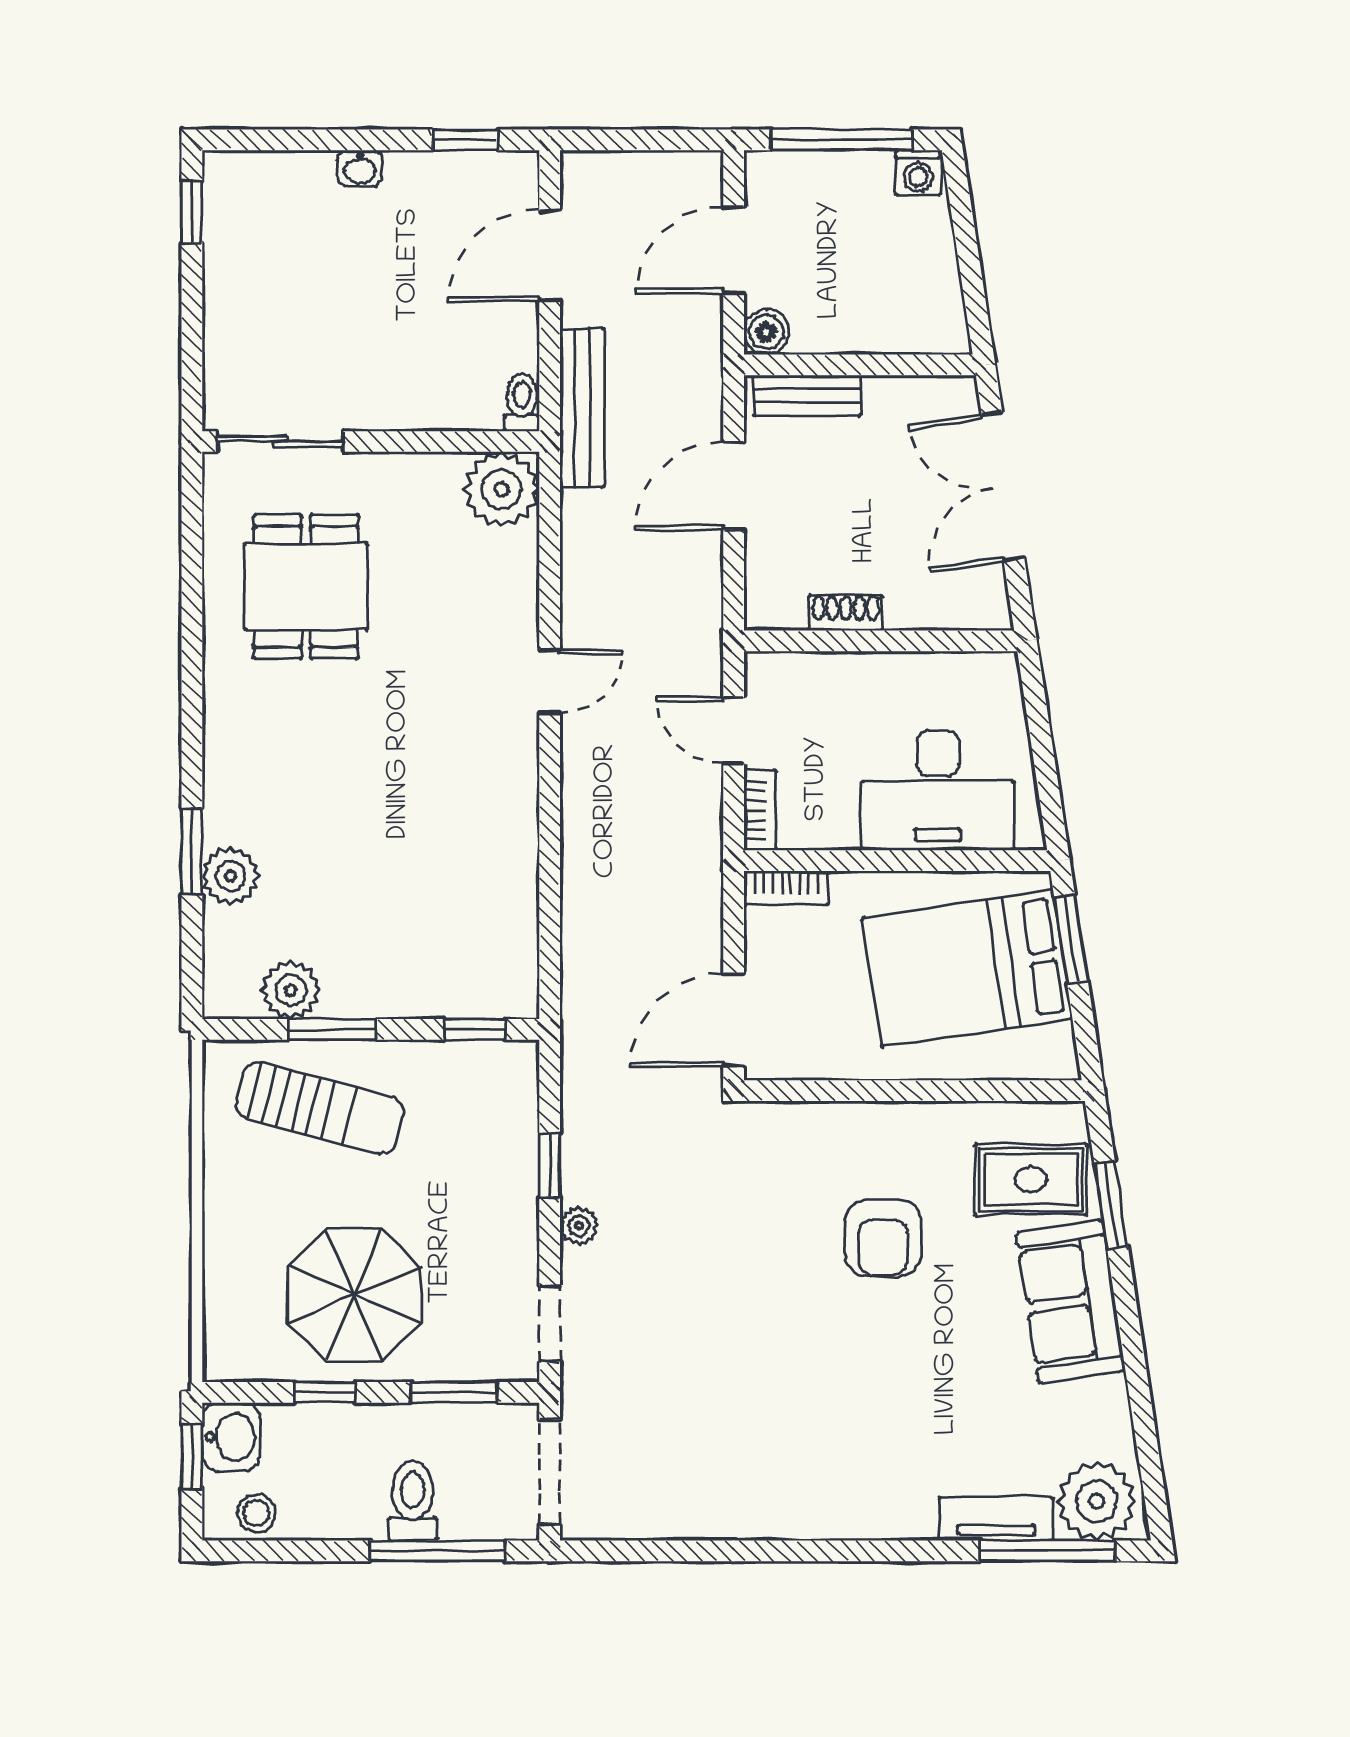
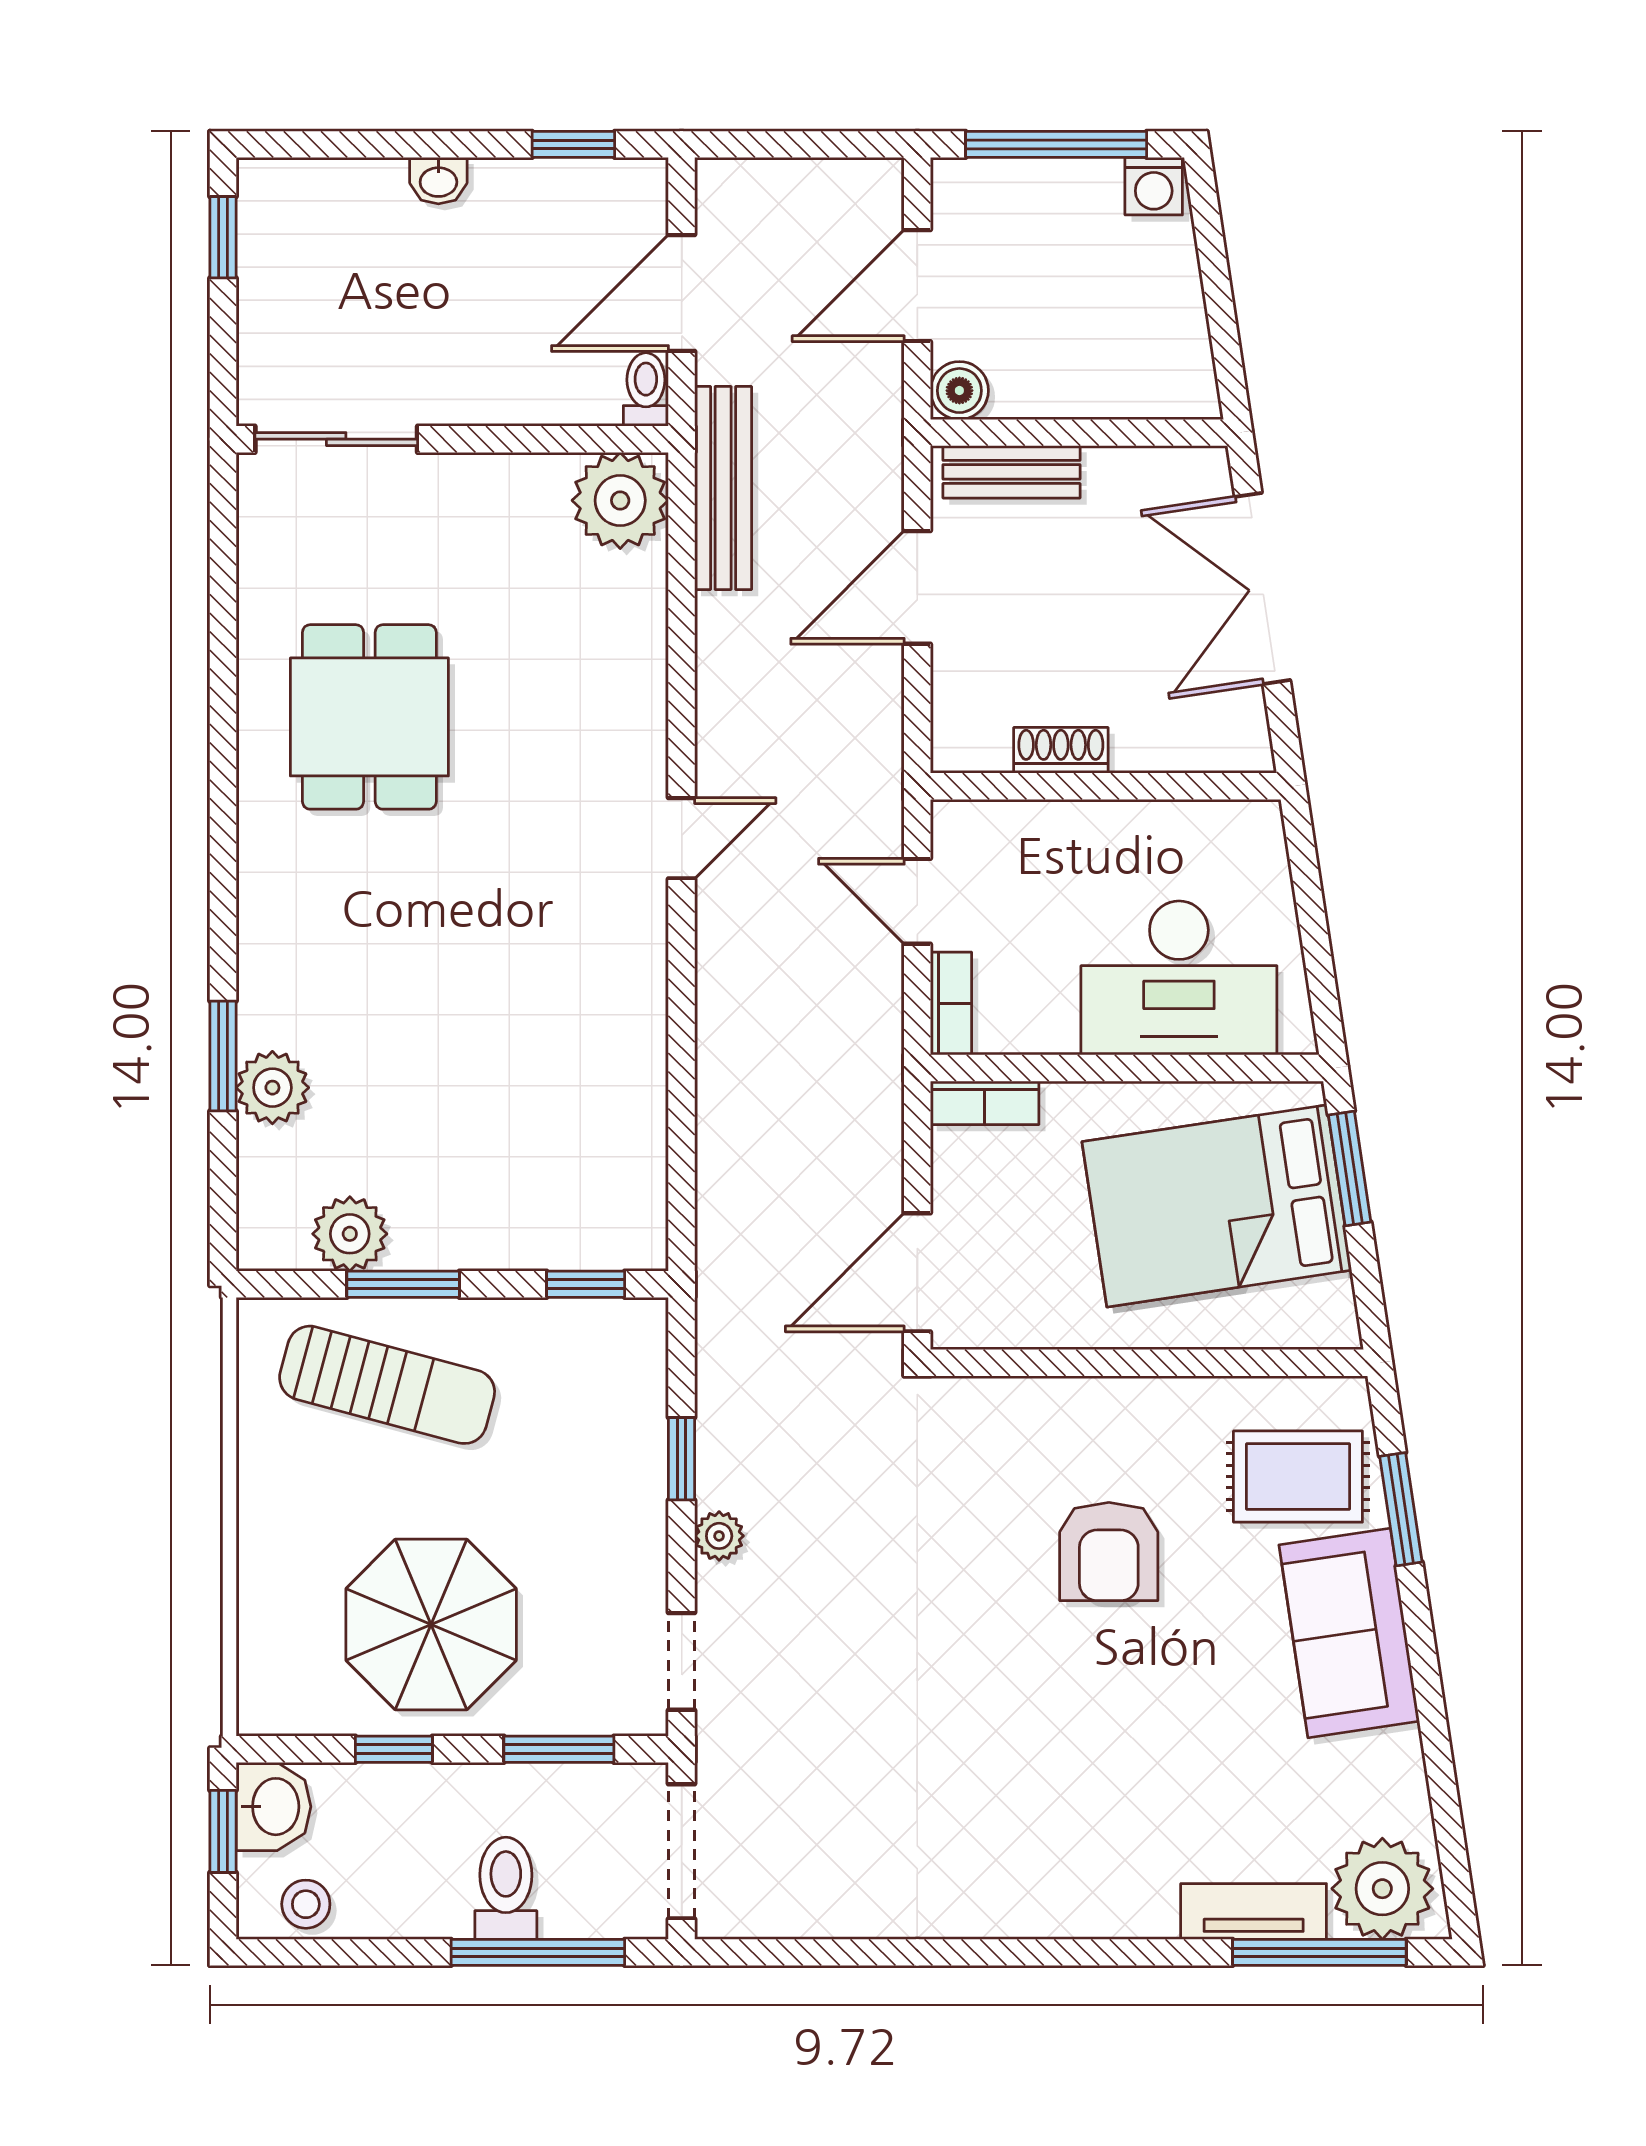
toilet: (522, 403) -> (646, 389), moved
sliding door: (280, 441) -> (336, 439), moved
wall: (371, 441) -> (452, 439), moved
plant: (502, 489) -> (620, 500), moved

